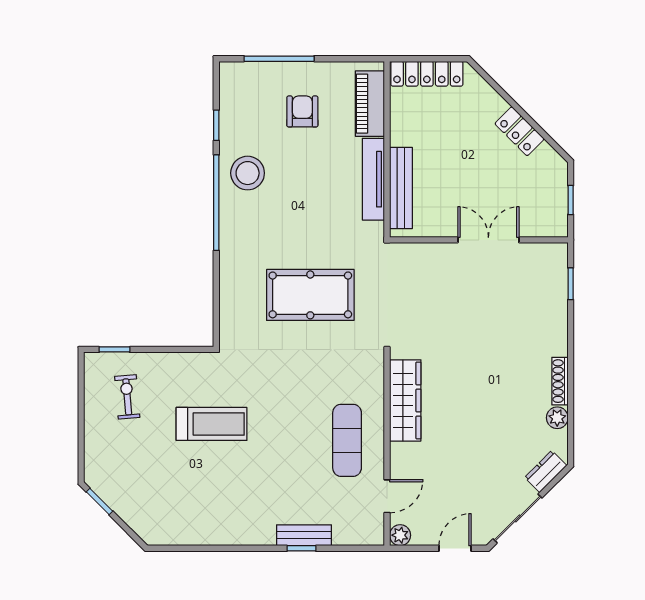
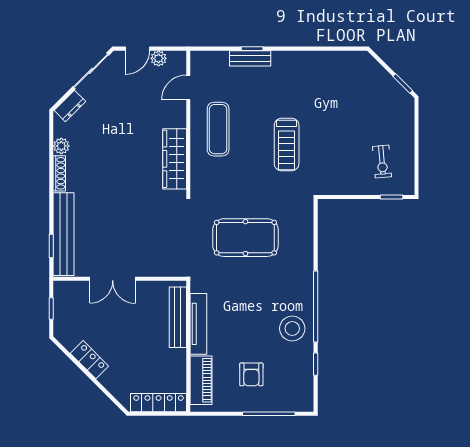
bench: (554, 300) -> (64, 234), added
treadmill: (212, 424) -> (287, 145), moved, turned -90
plant: (400, 535) -> (159, 58), moved

